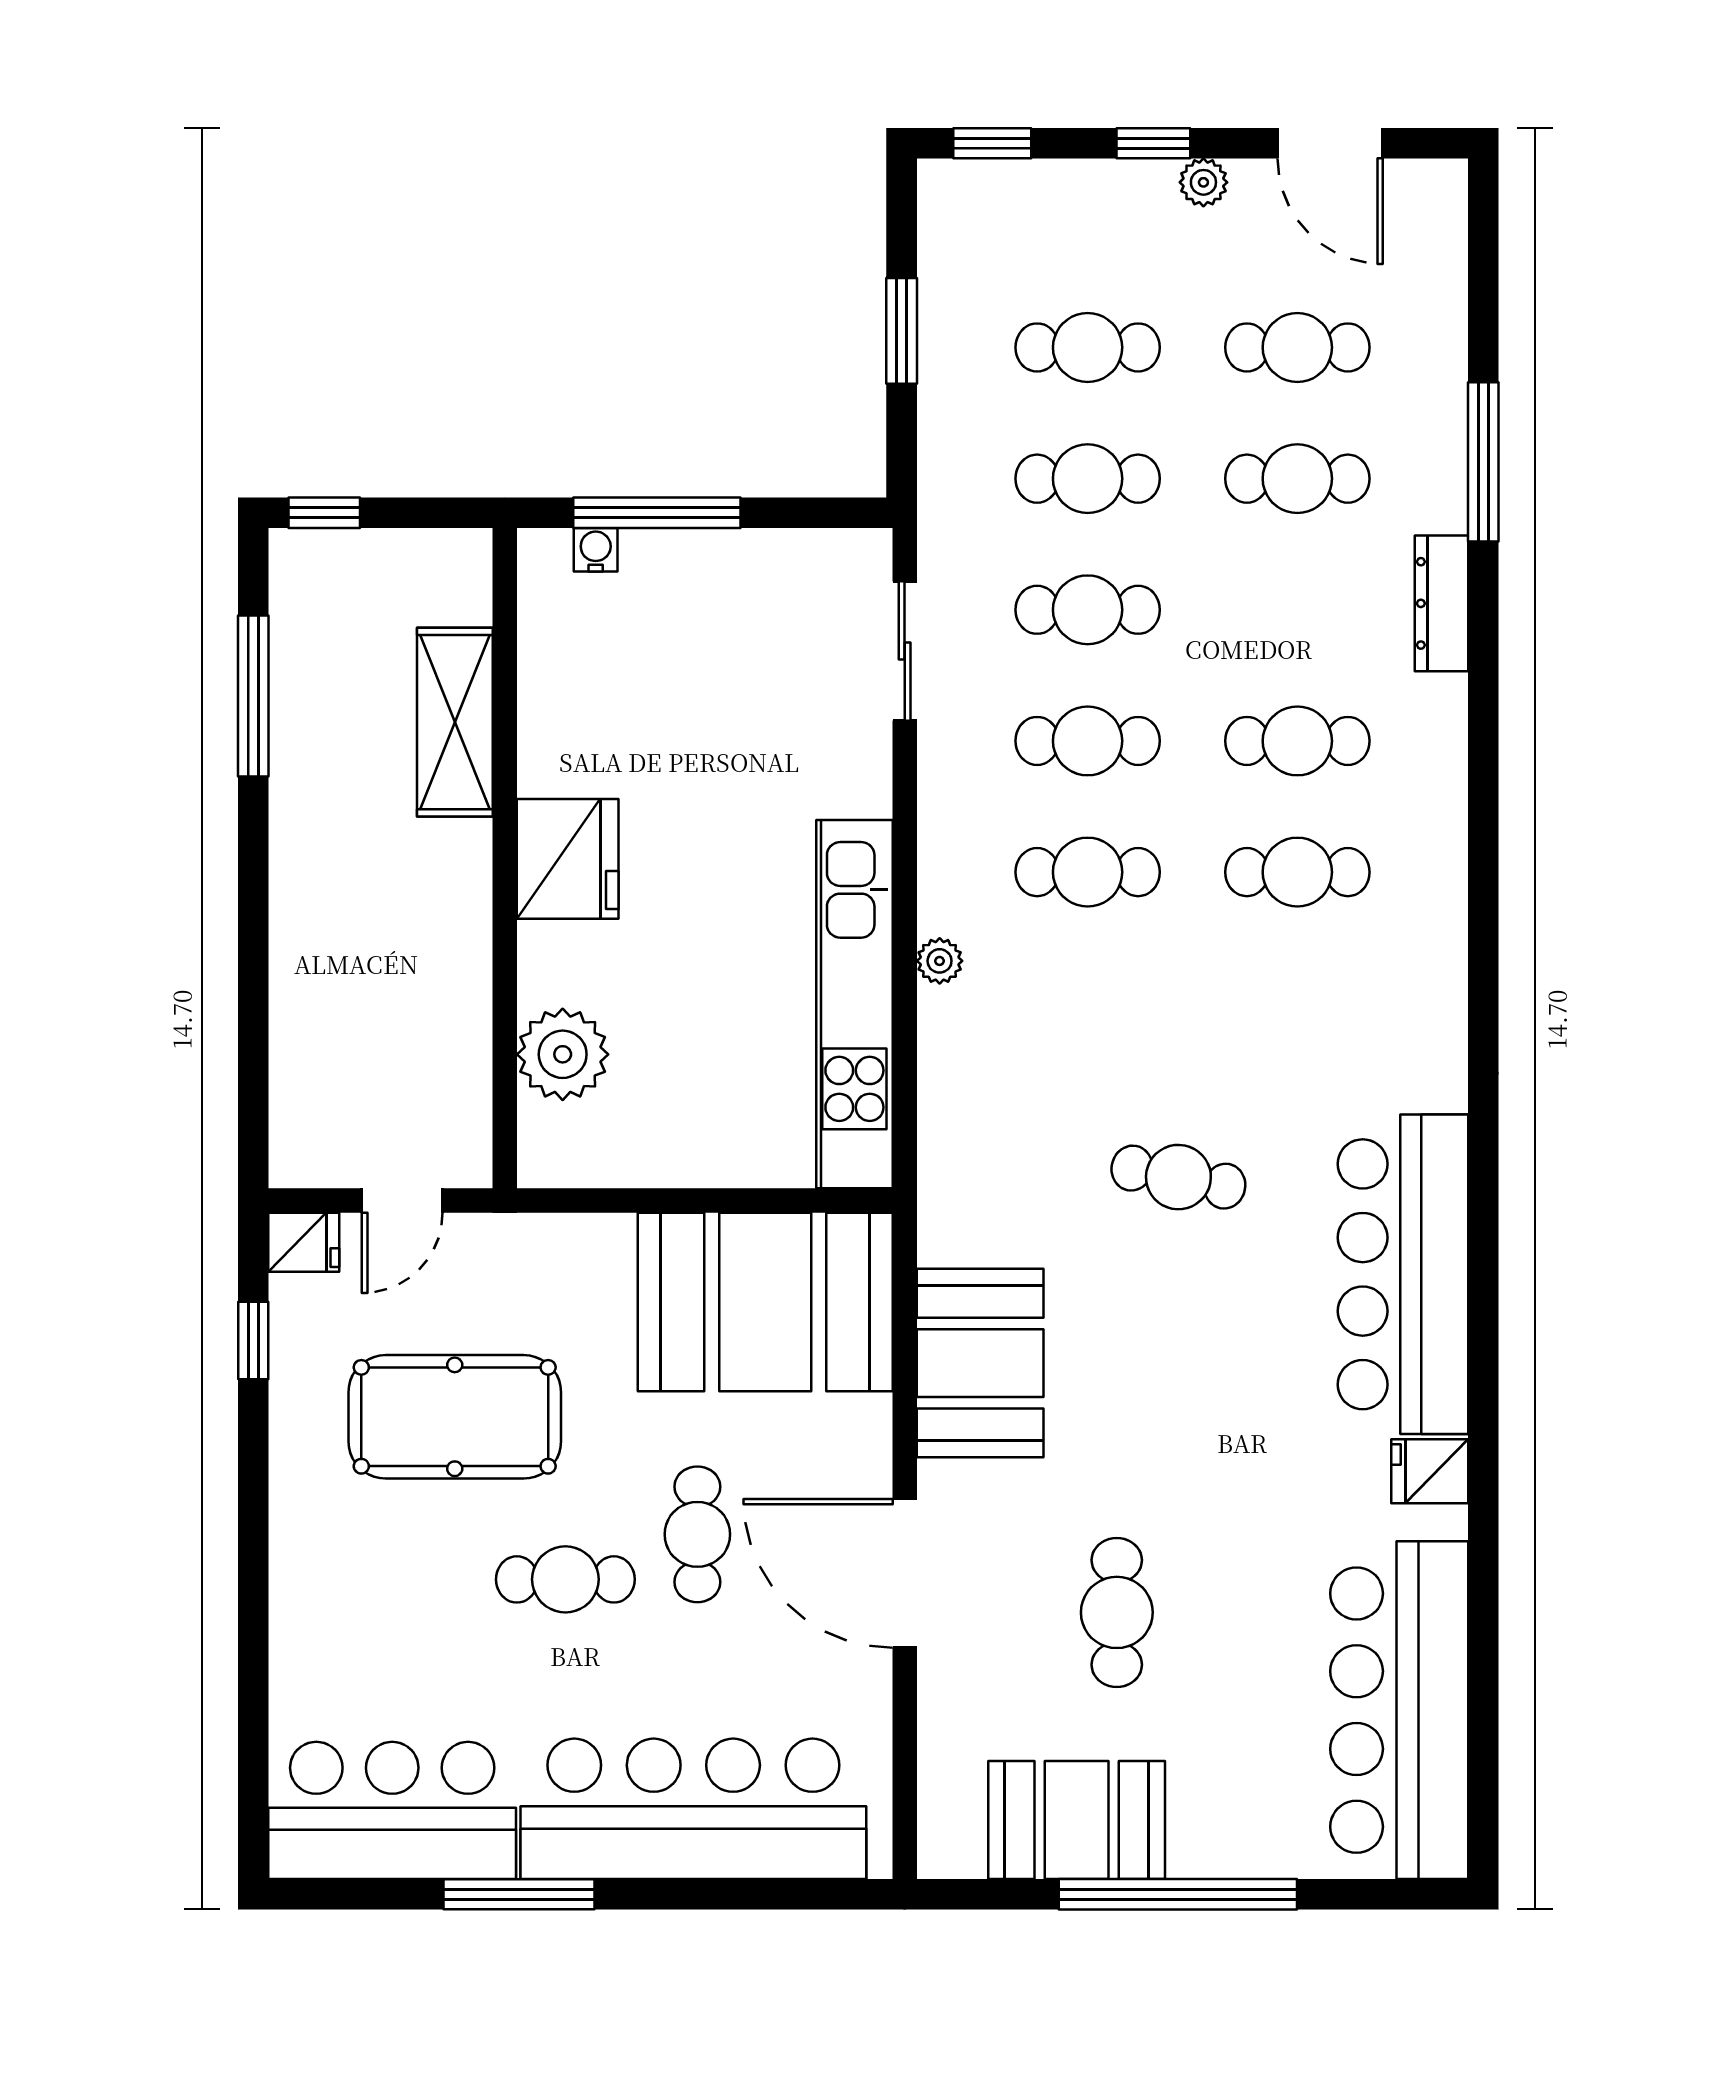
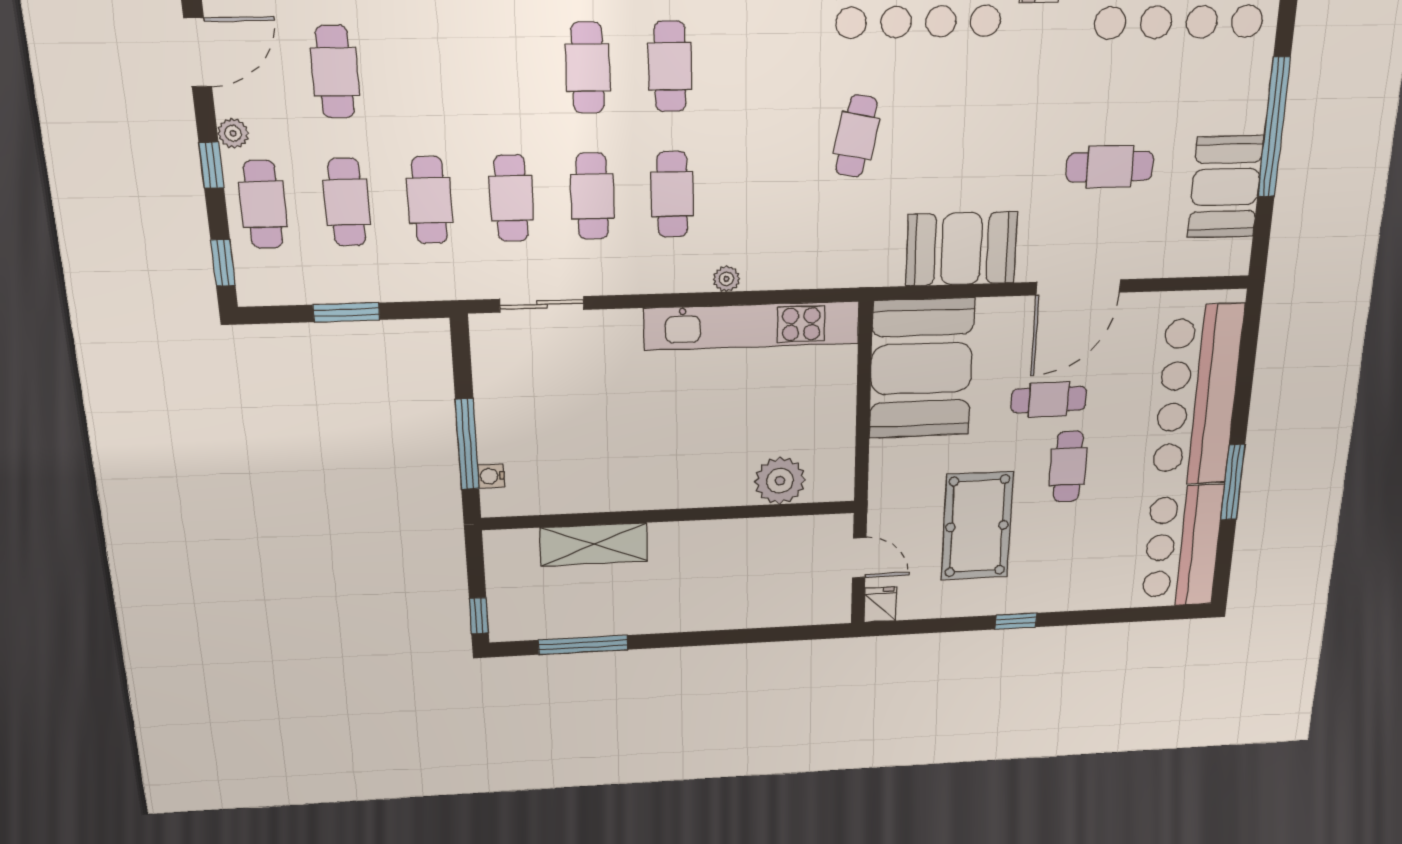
cafe table: (1297, 479) -> (263, 204), moved
fridge: (568, 859) -> (670, 483), removed
window: (253, 1340) -> (1016, 621), moved

